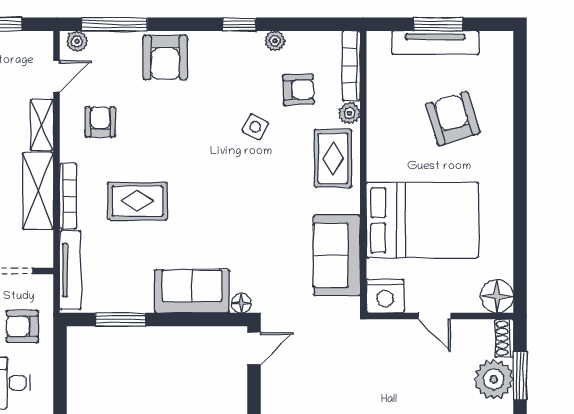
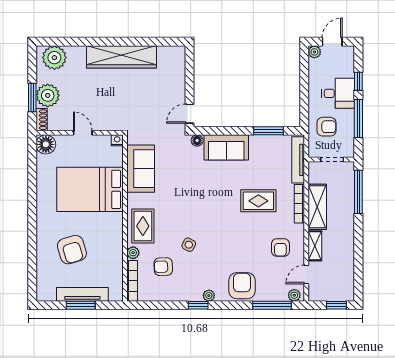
plant: (275, 41) -> (209, 296), moved
nightstand: (385, 296) -> (117, 140), width x0.53, depth x0.56

